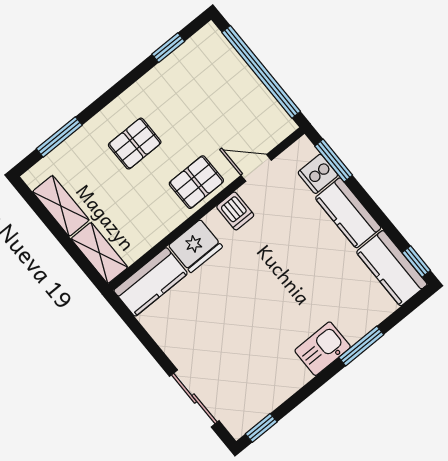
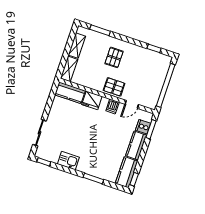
pallet: (135, 144) -> (114, 57), turned 90
door: (256, 168) -> (132, 104), swing flipped
kitchen sink: (323, 349) -> (68, 161), moved

